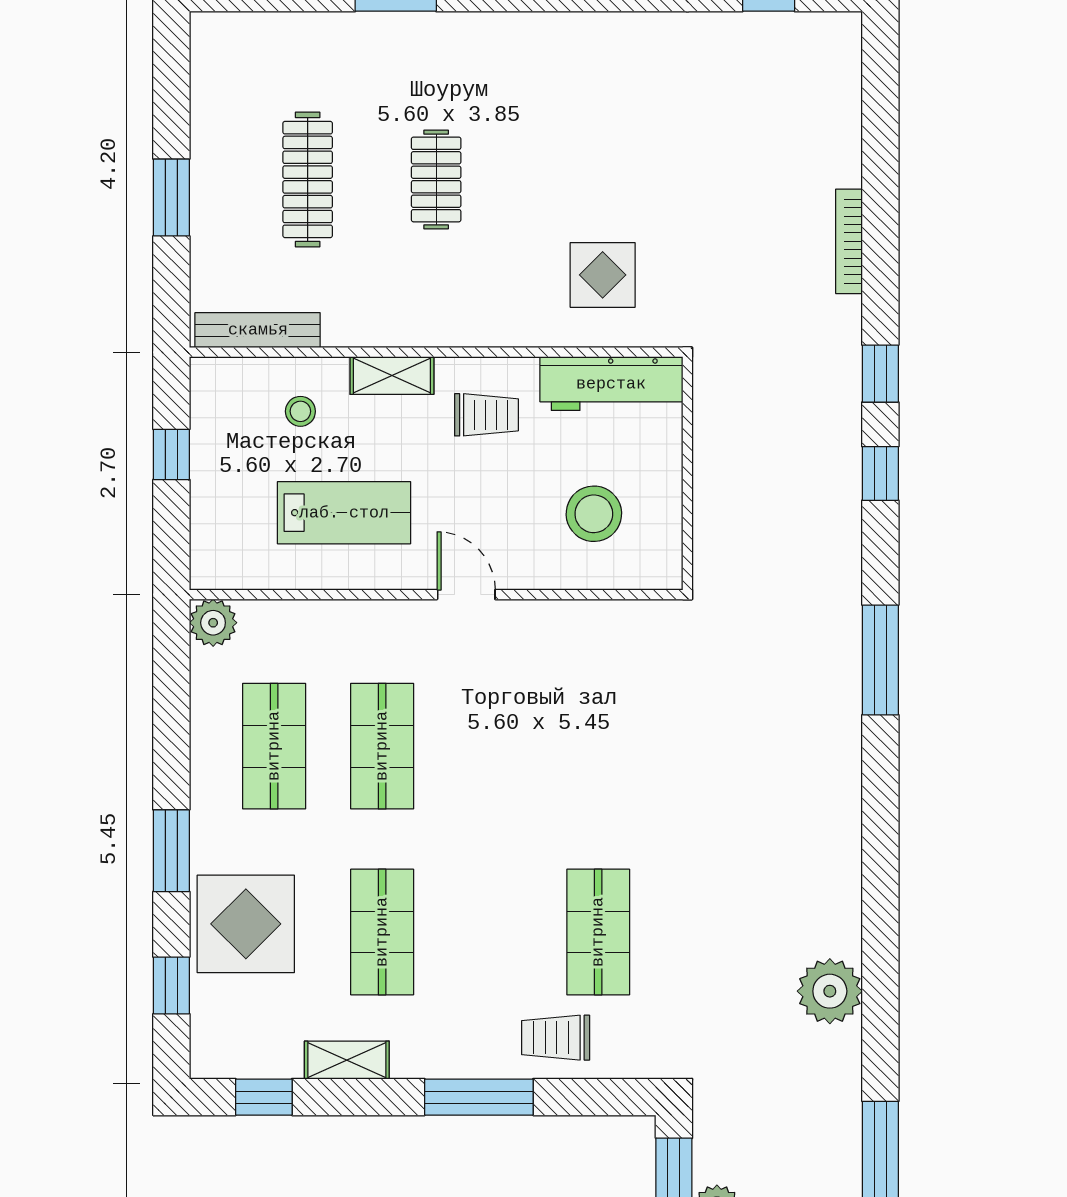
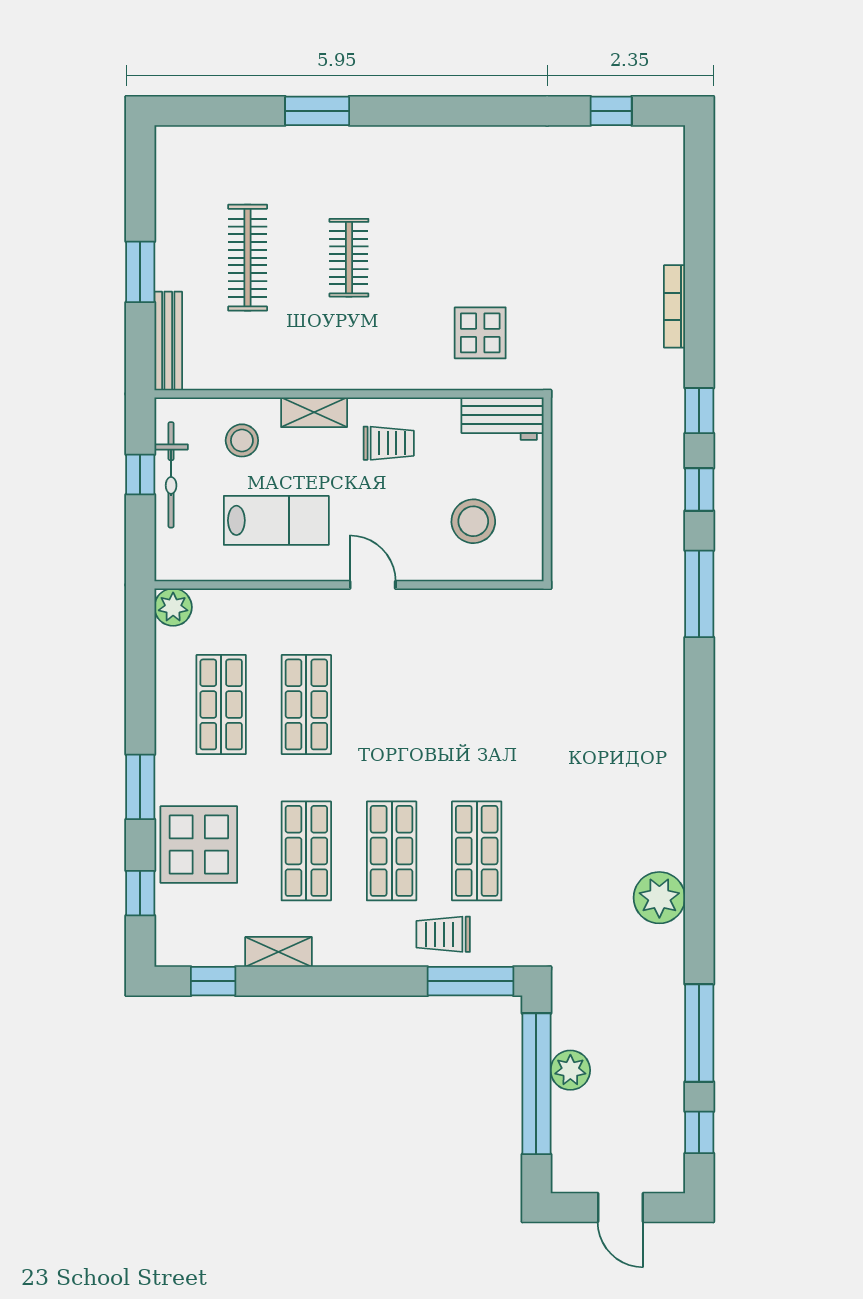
bench: (258, 330) -> (168, 341), moved, turned 90
workbench: (611, 384) -> (503, 419), width x0.73
stool: (300, 411) -> (242, 440), width x1.37, depth x1.37
bicycle: (211, 455) -> (171, 475), added
window: (880, 660) -> (699, 594), moved
shop shelf: (490, 932) -> (392, 851), added
window: (479, 1097) -> (471, 981), moved

